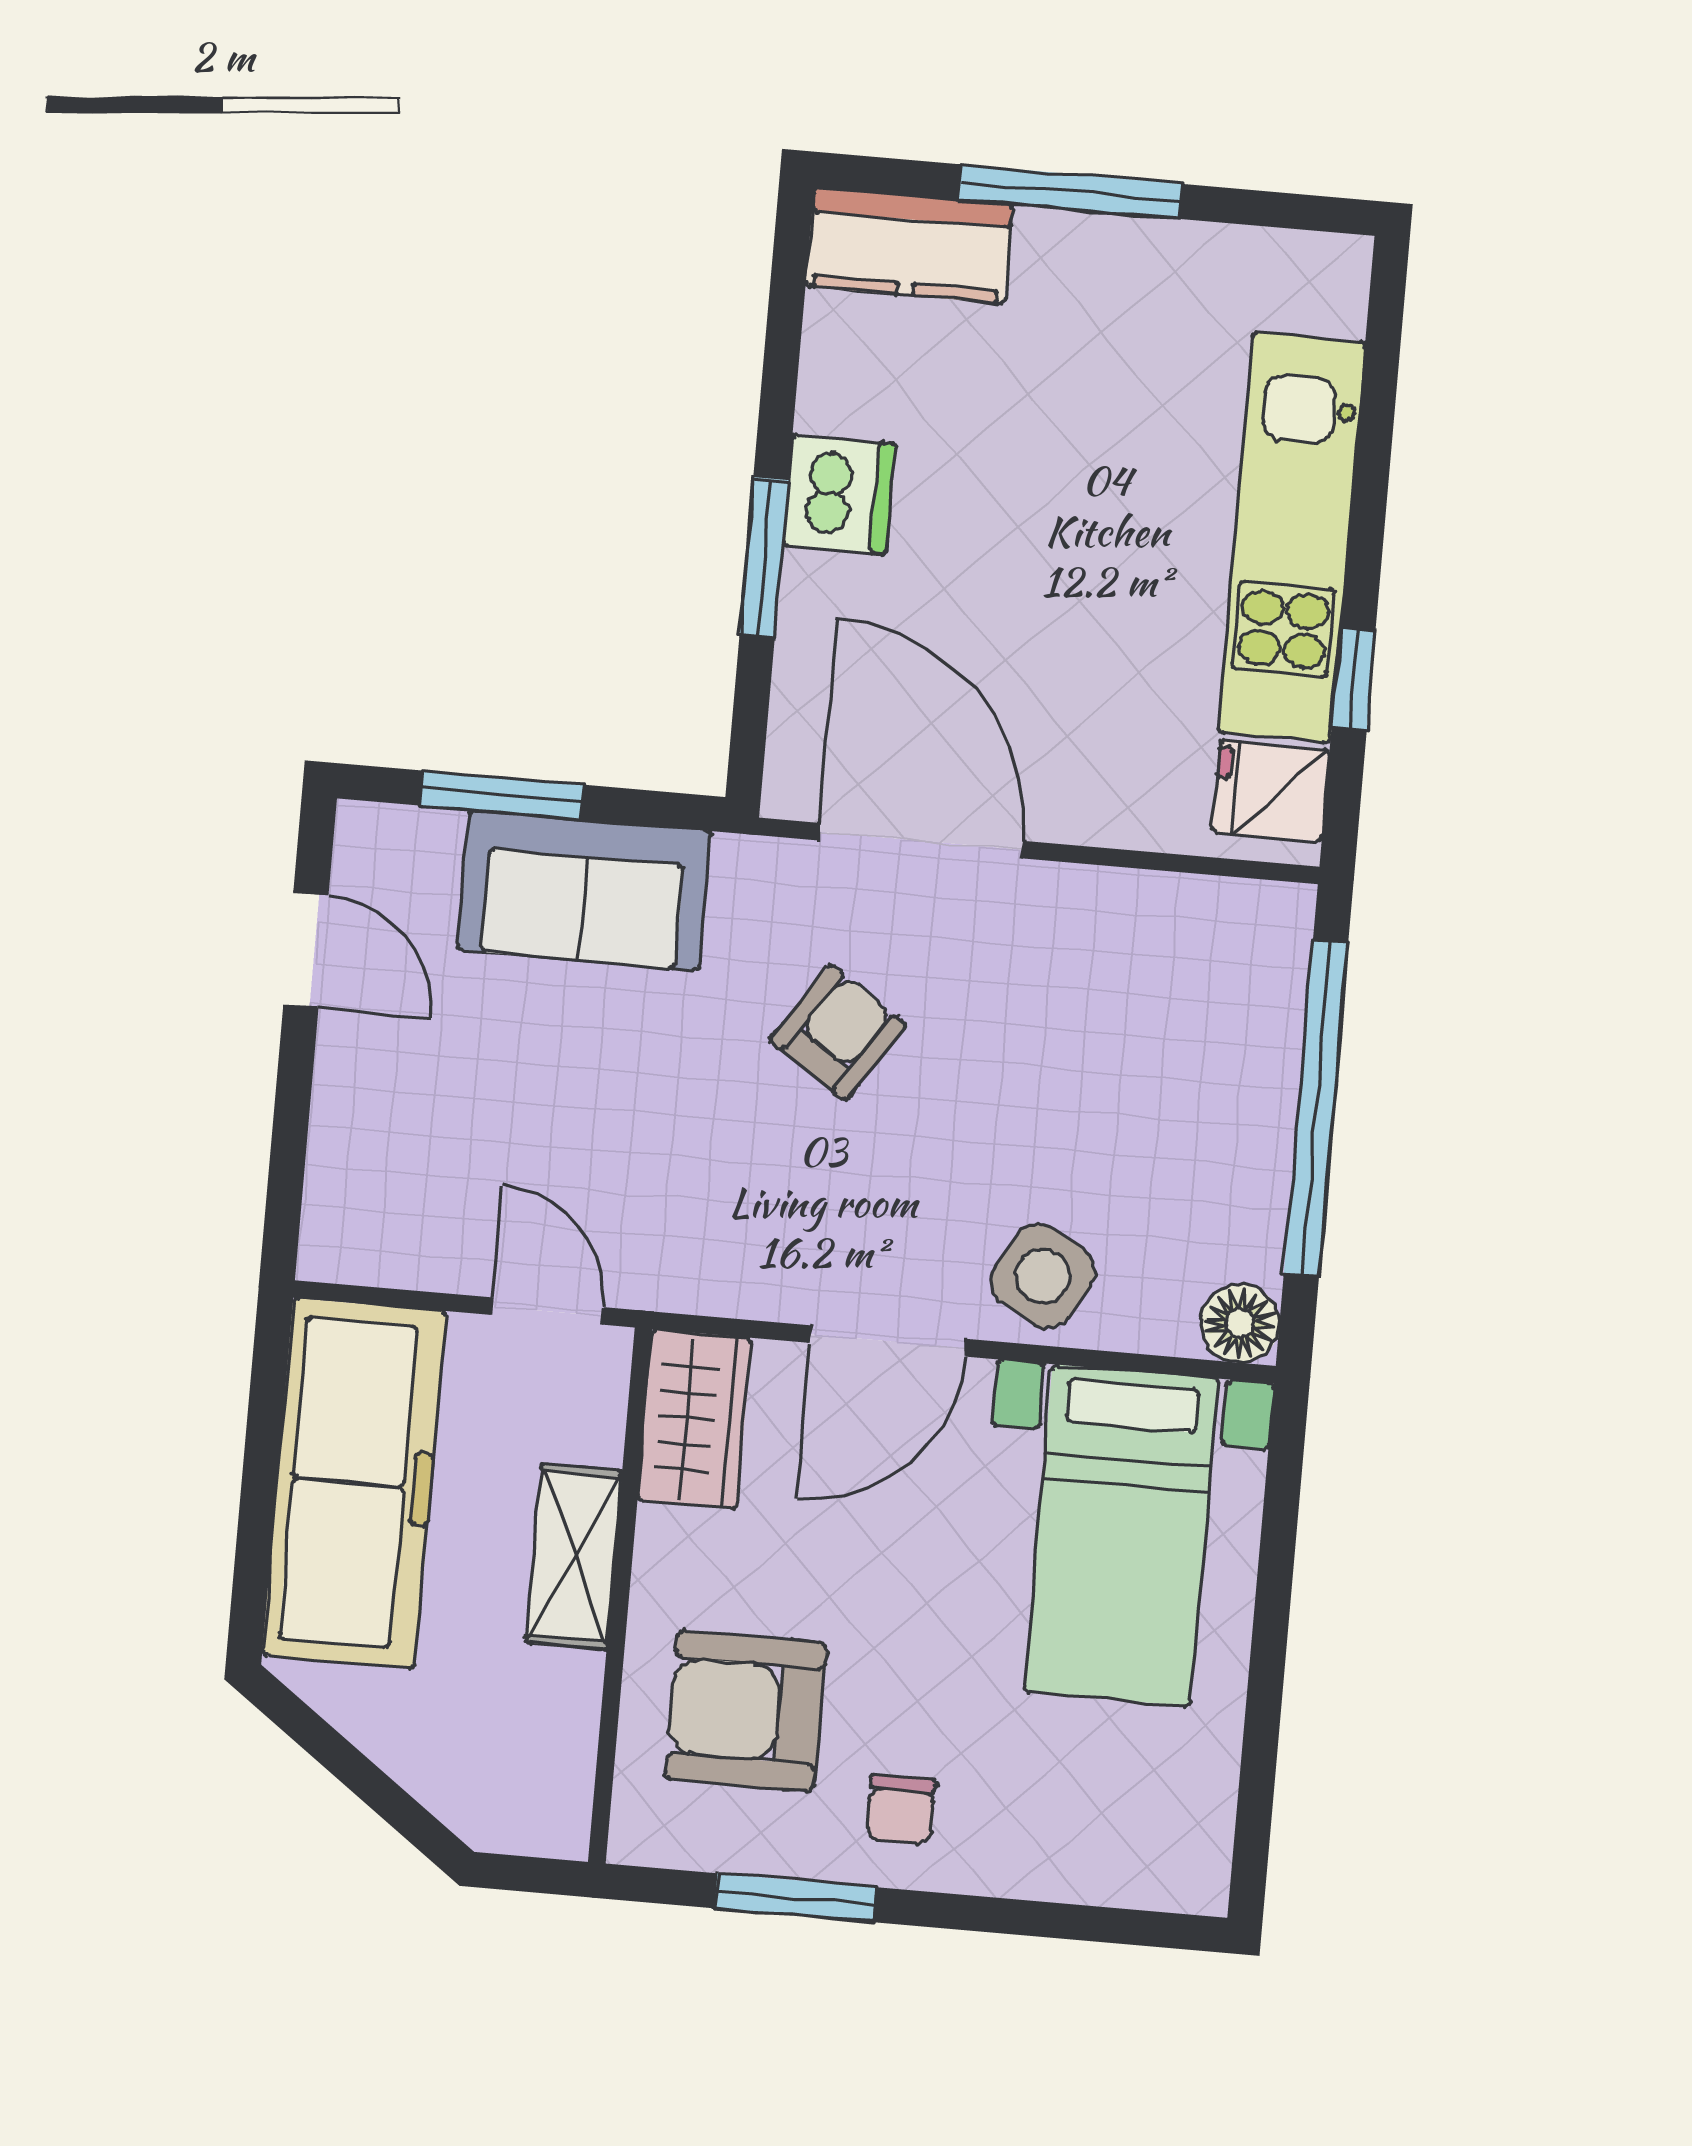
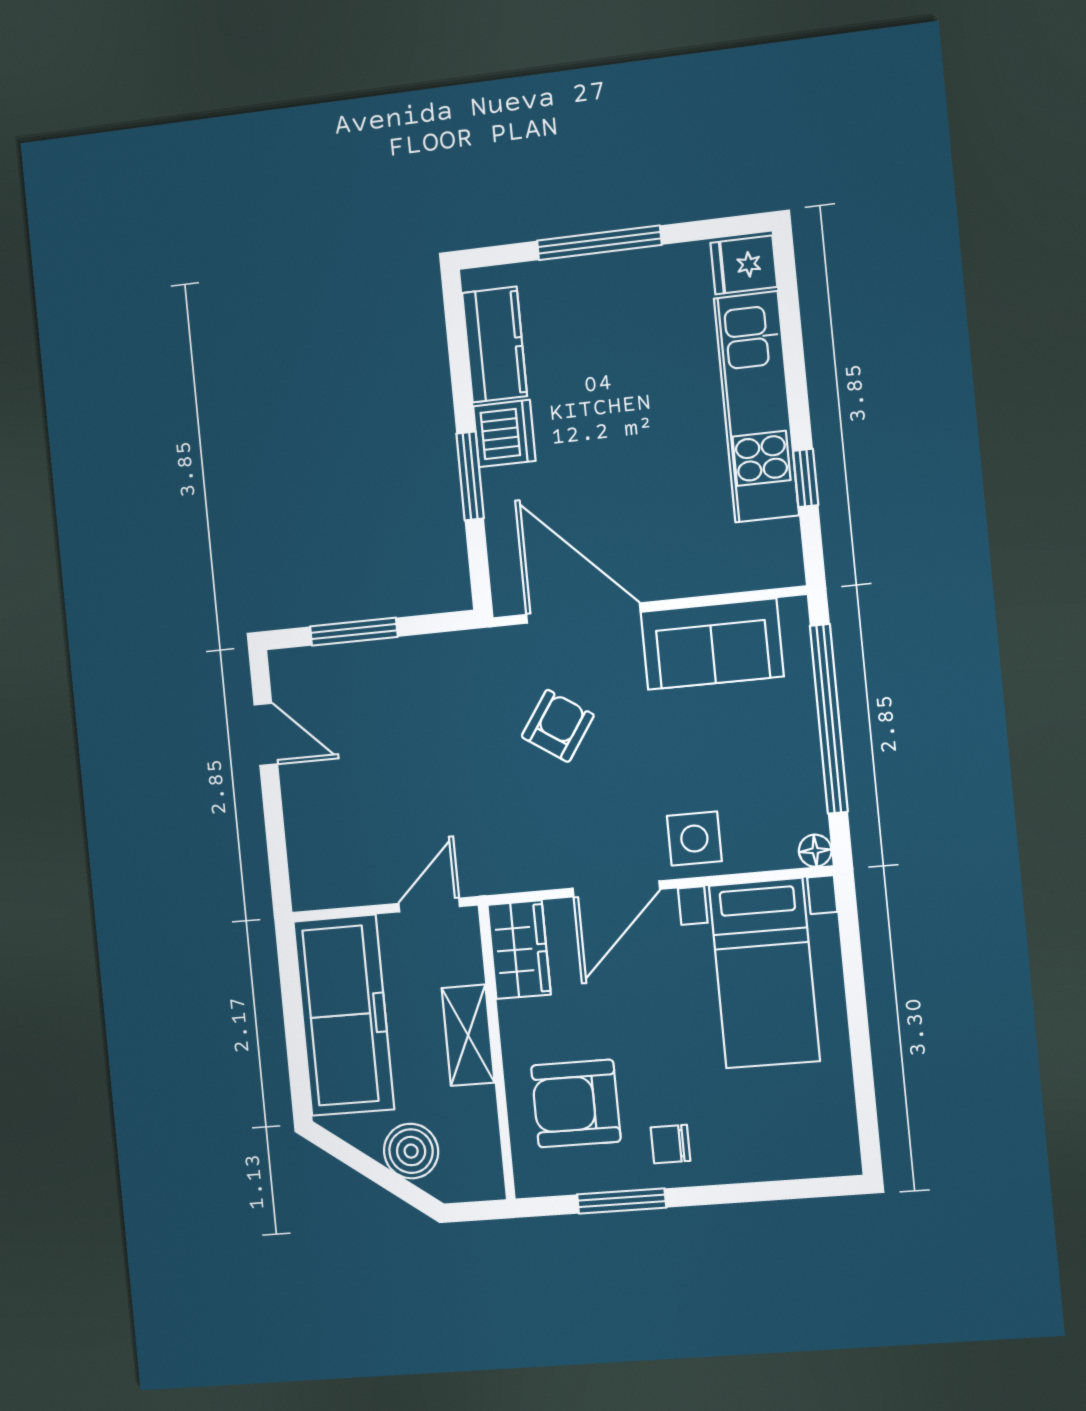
kitchen counter: (909, 245) -> (495, 344), moved, turned -90
fridge: (1271, 791) -> (744, 265), moved
sofa: (584, 890) -> (712, 644), moved
side table: (1043, 1276) -> (694, 839), turned -30
door: (547, 1311) -> (429, 905), hinge flipped
floor lamp: (1240, 1323) -> (815, 851), width x0.73, depth x0.73
boiler: (432, 1748) -> (411, 1151), added
chair: (901, 1810) -> (671, 1144), turned 90

